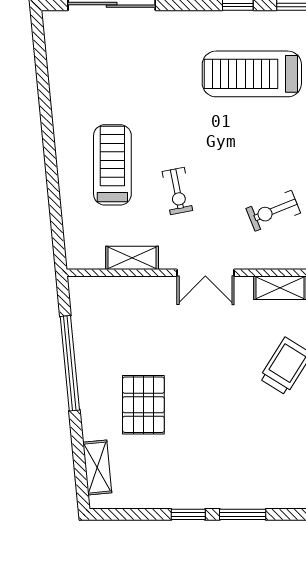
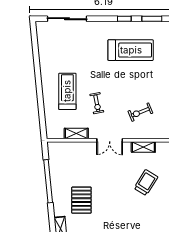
treadmill: (252, 74) -> (131, 50), turned 180

